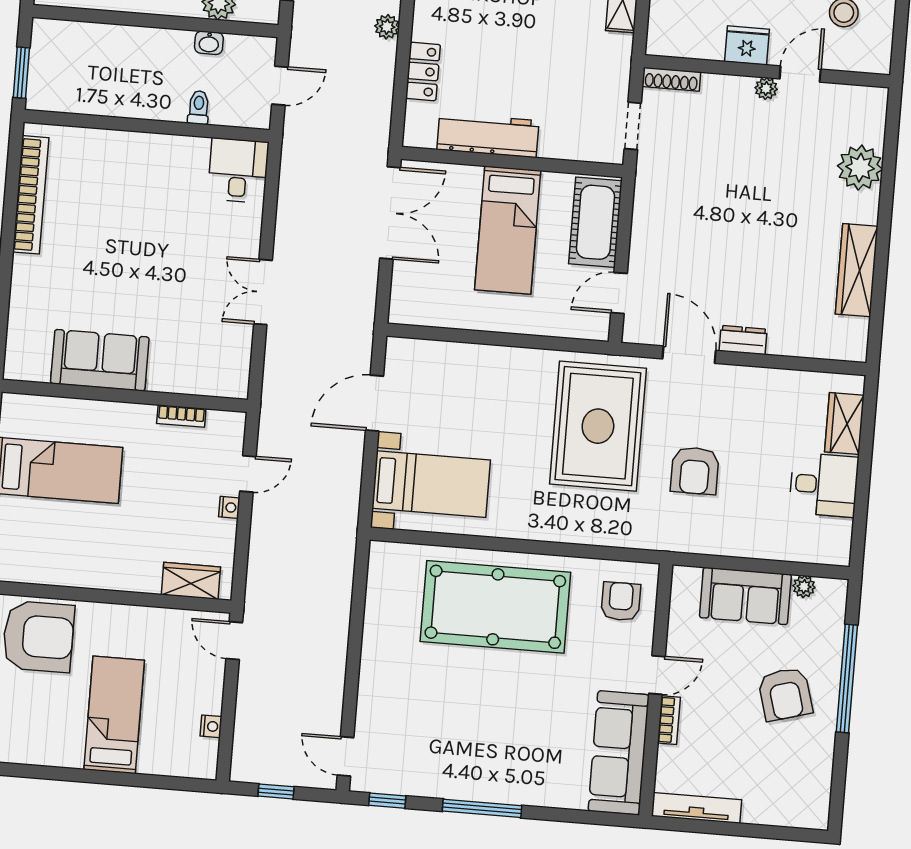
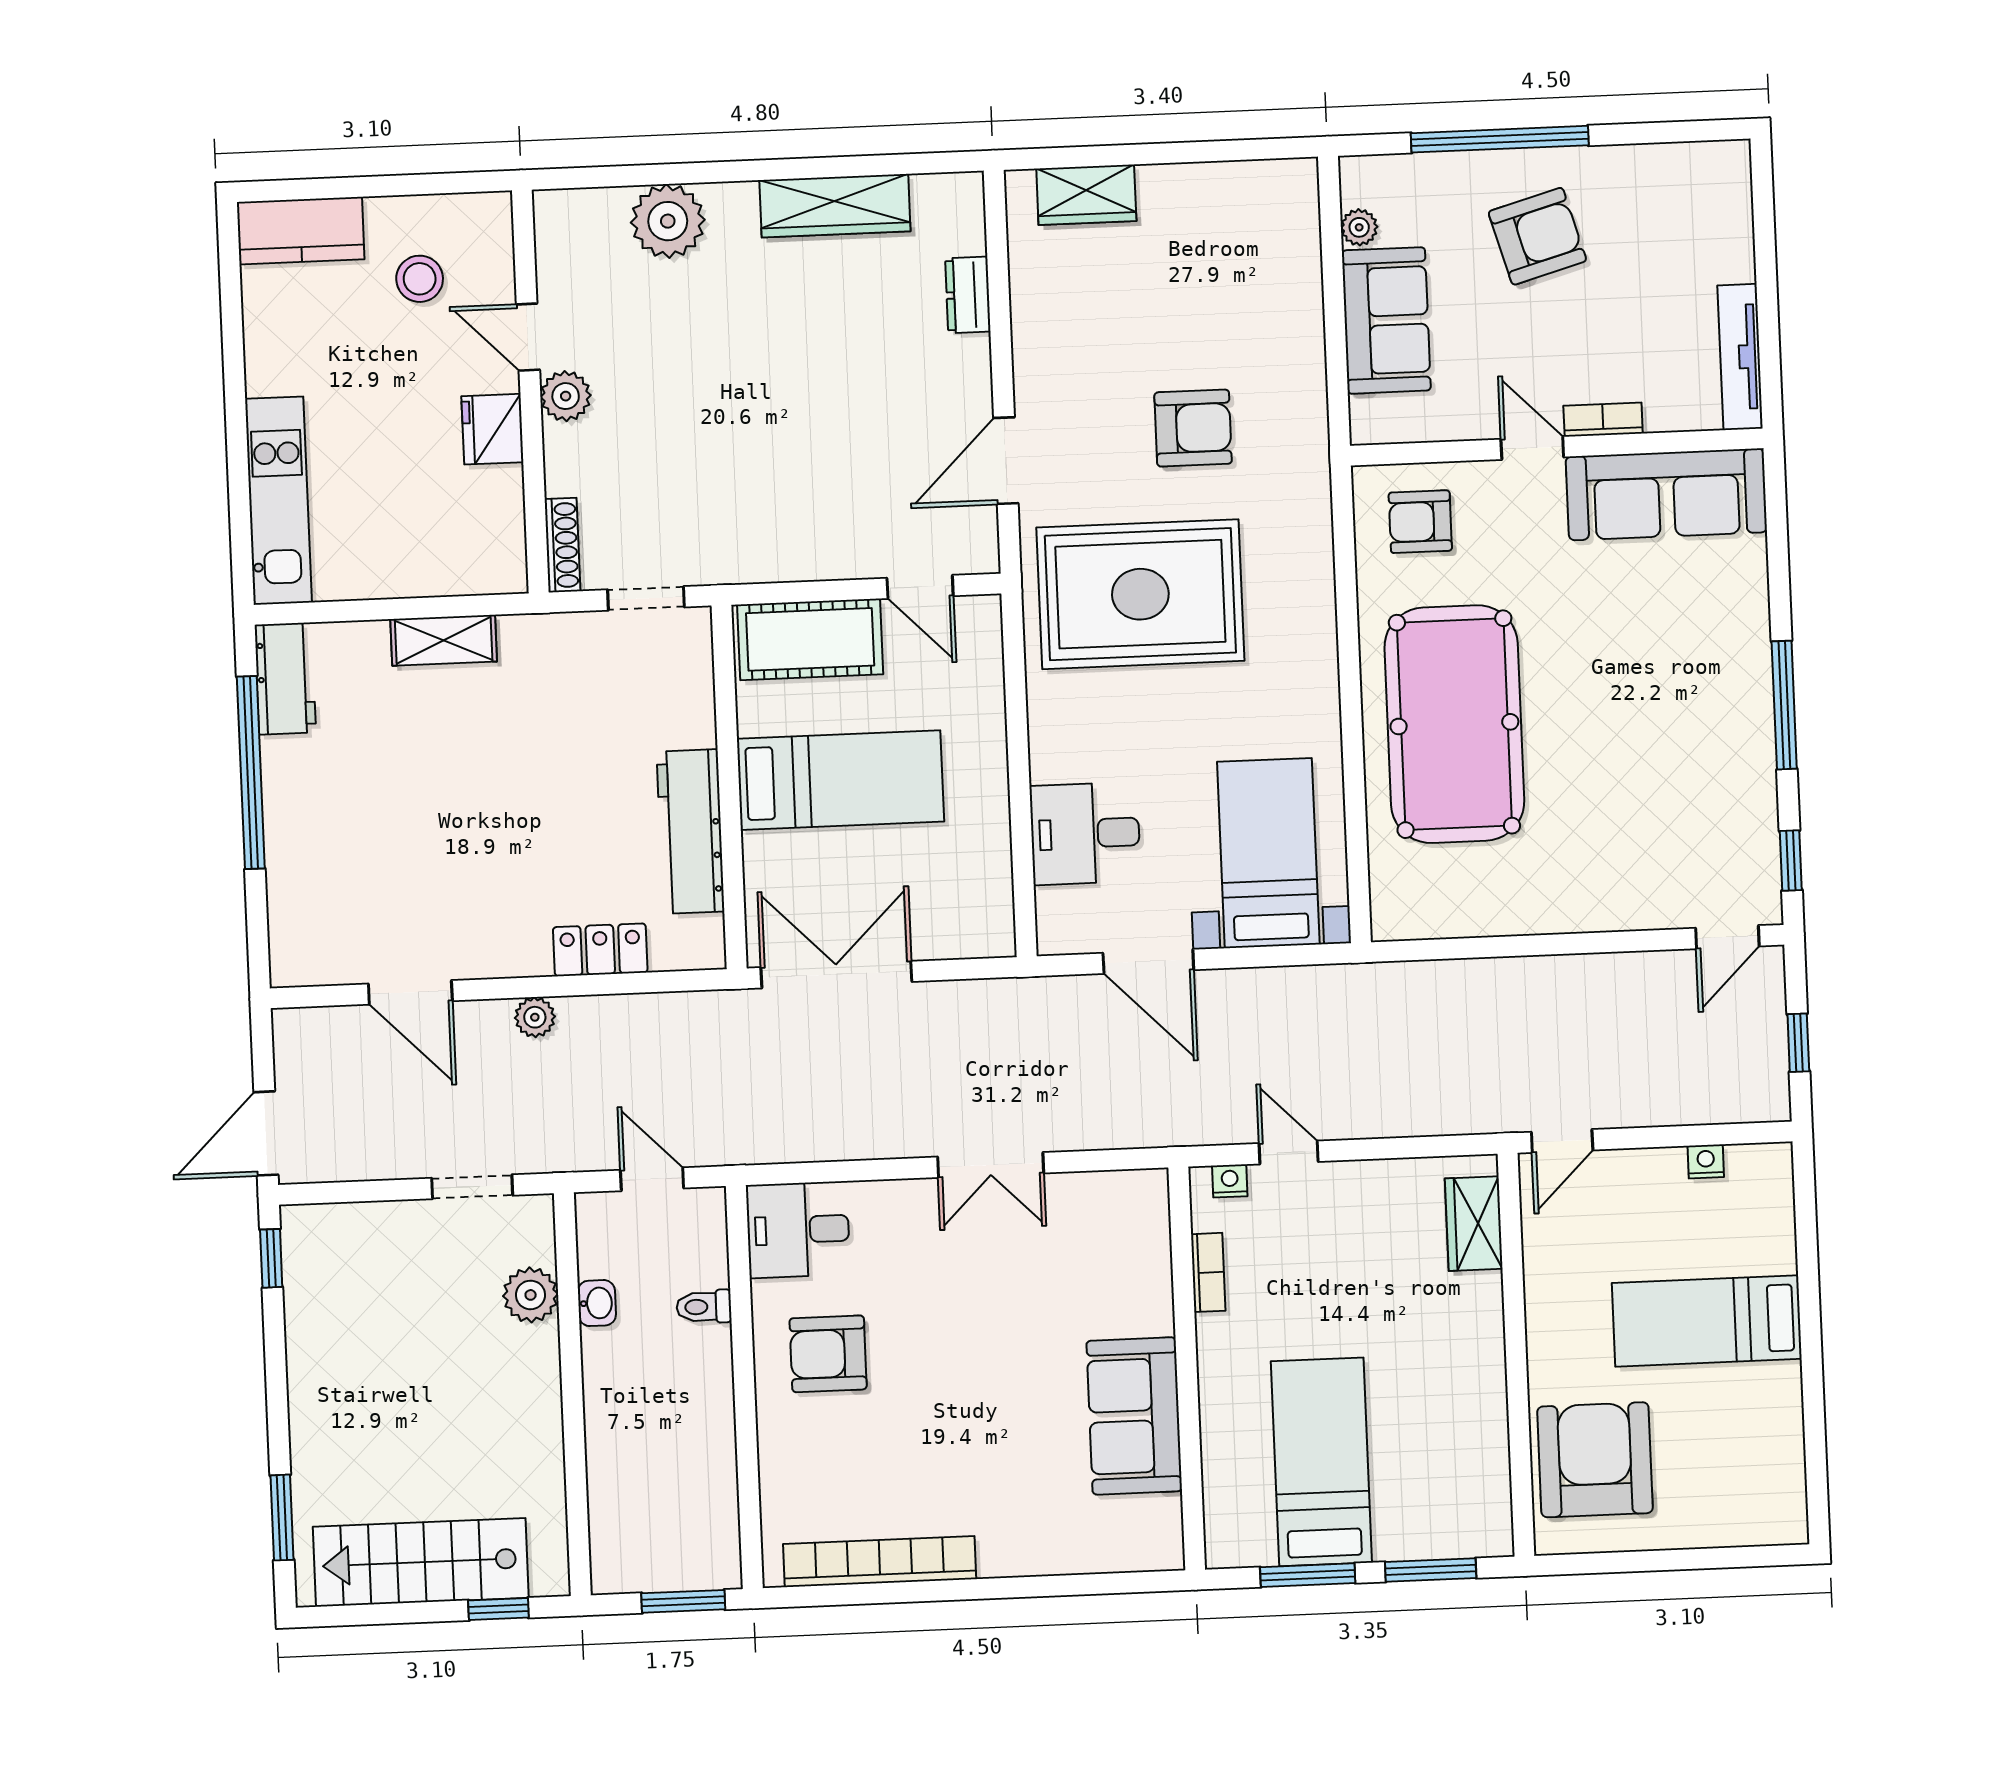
plant: (766, 89) -> (566, 396), width x1.38, depth x1.38
armchair: (161, 179) -> (828, 1354), added
dresser: (743, 340) -> (968, 295), moved
desk: (824, 485) -> (1085, 834), moved, turned -90
nightstand: (229, 507) -> (1230, 1181), moved

